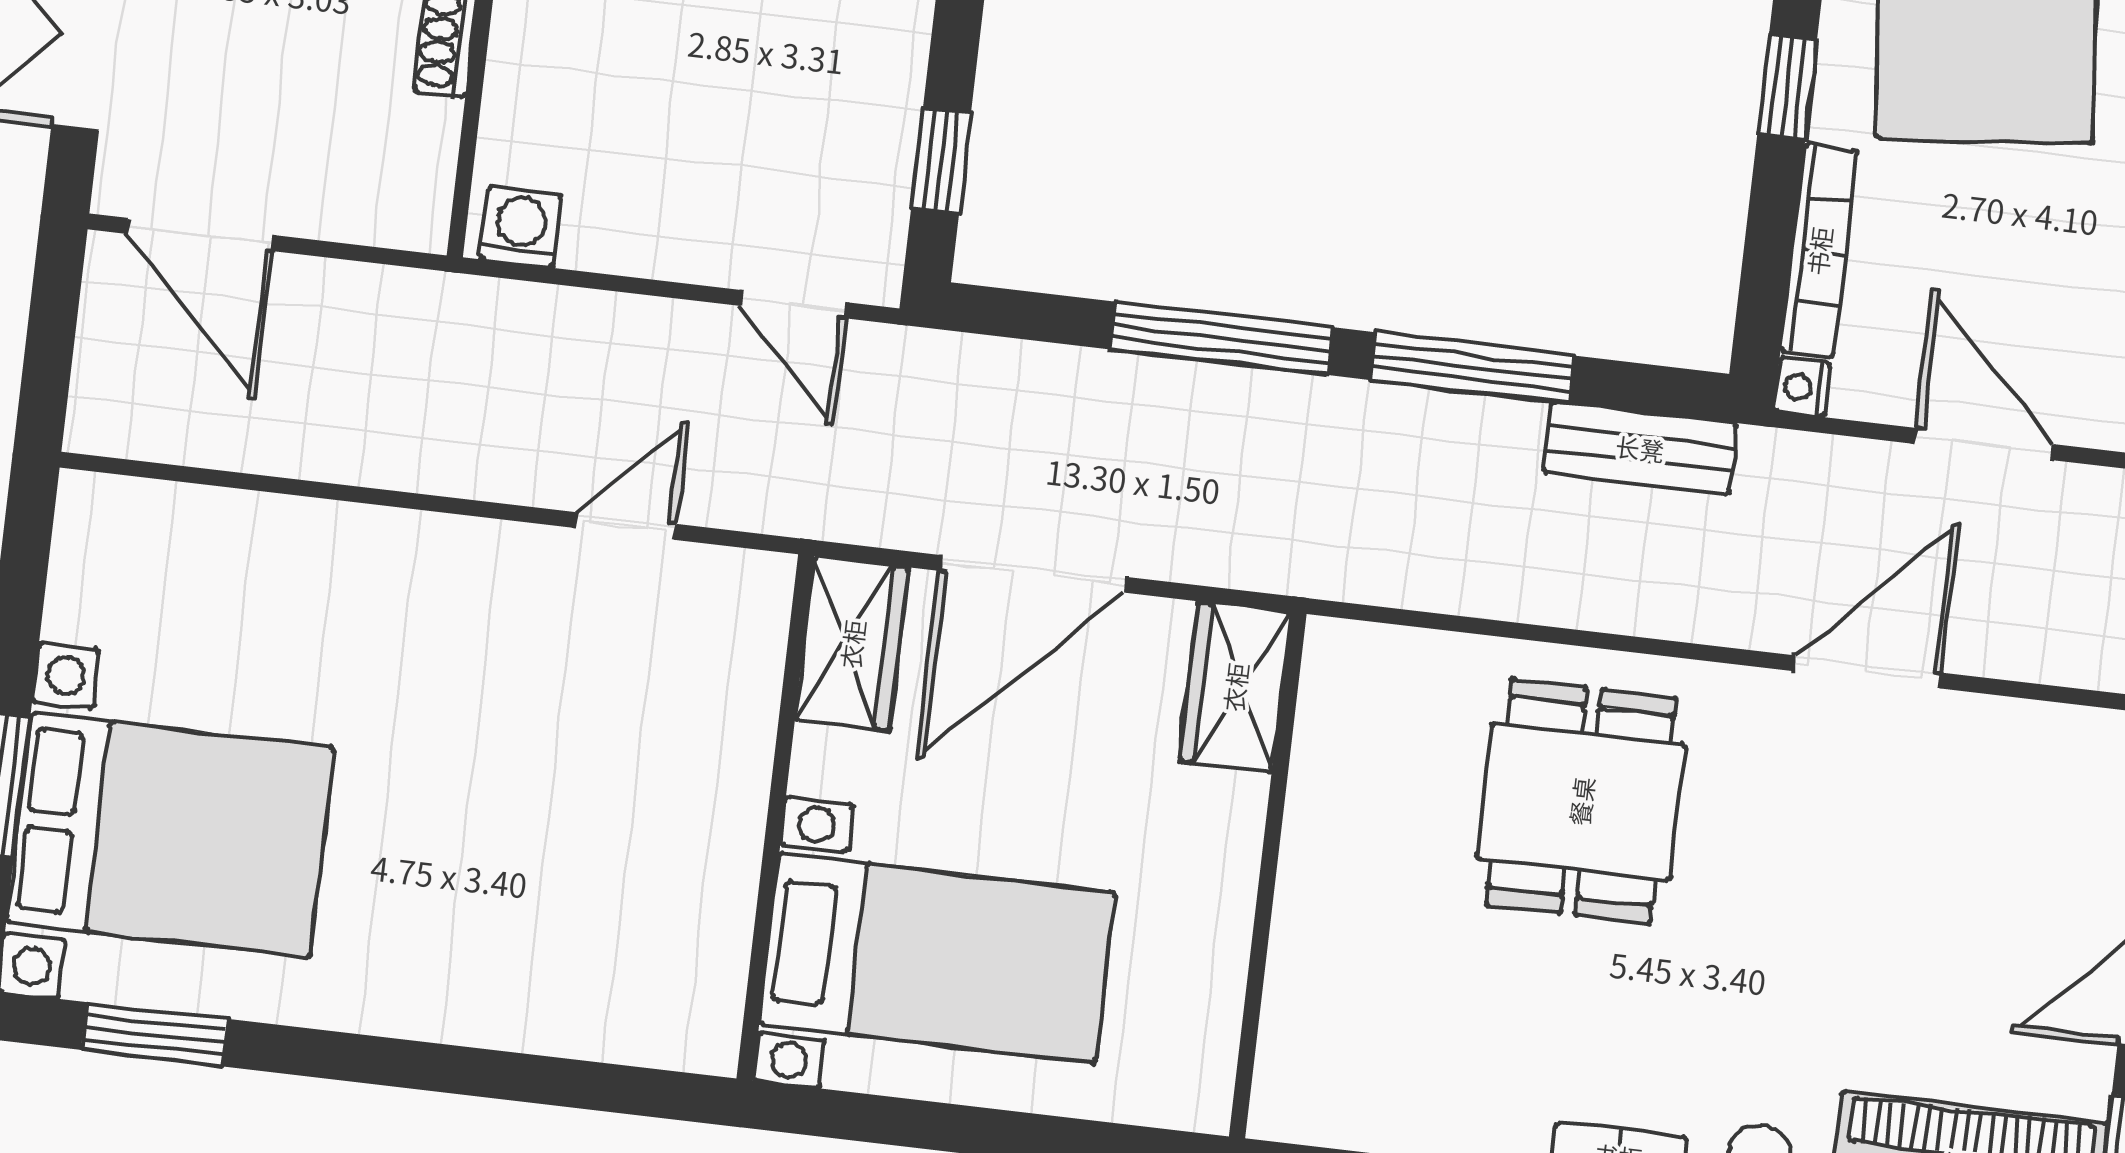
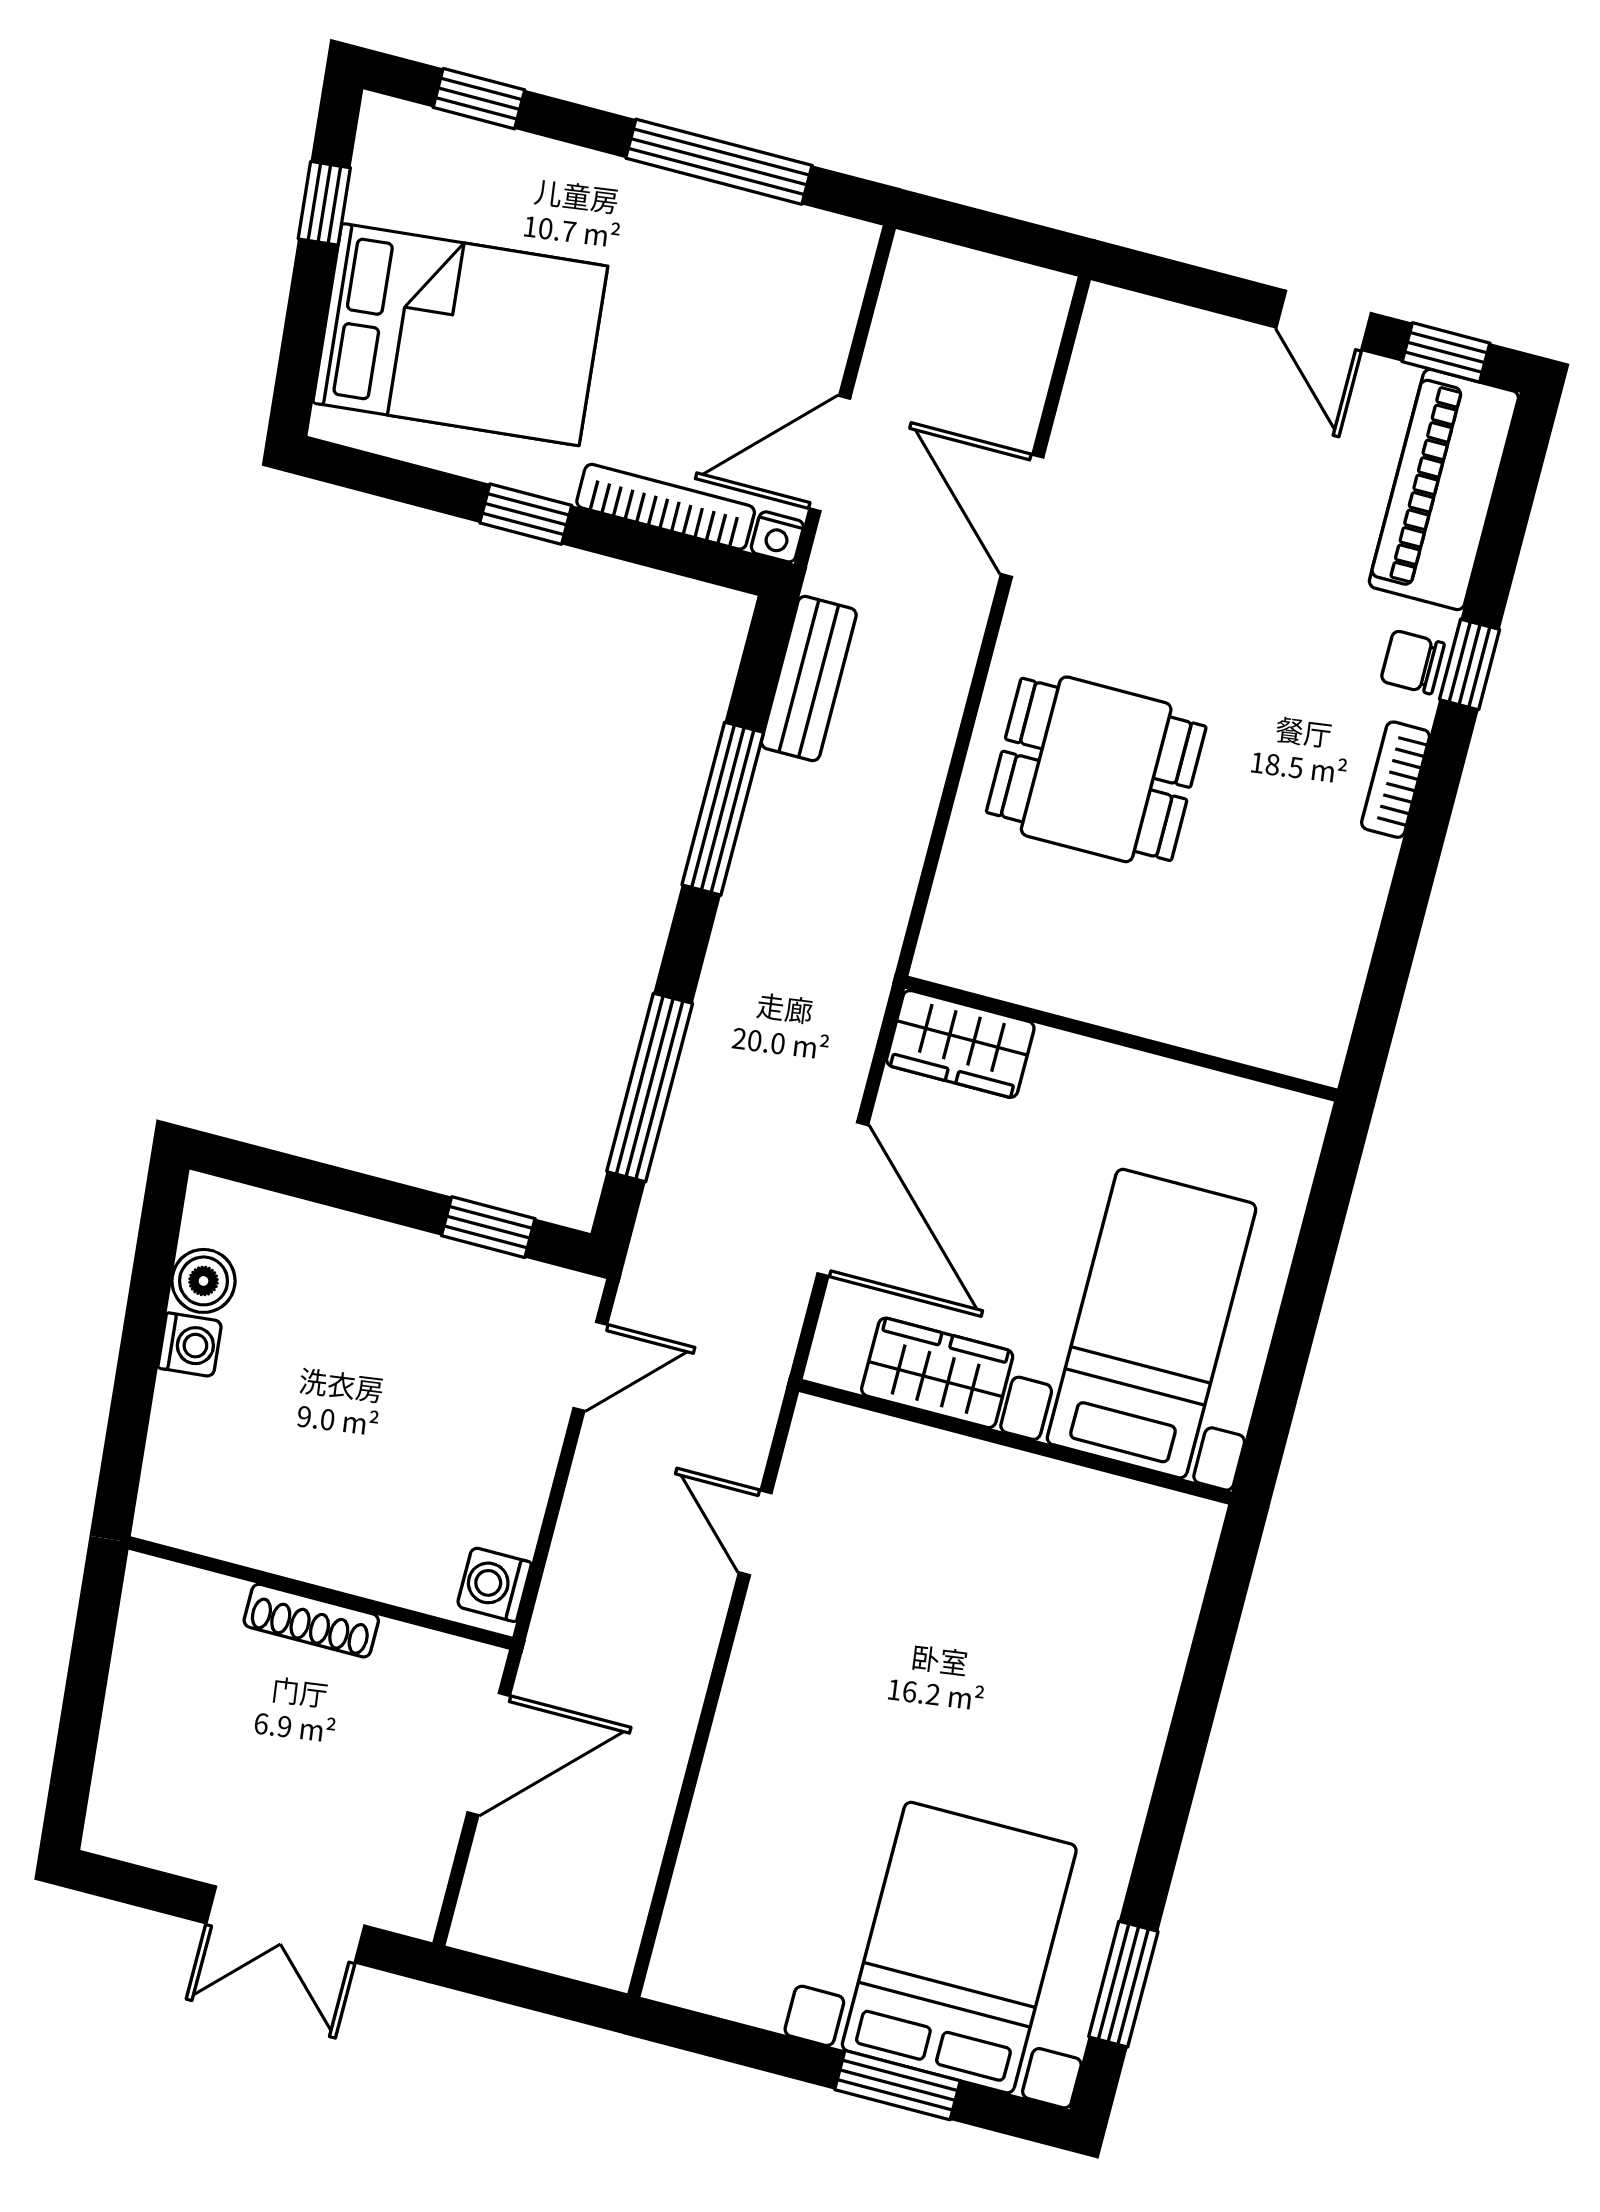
door: (200, 234) -> (489, 1754), moved
window: (1221, 338) -> (650, 1088), moved
door: (1984, 444) -> (830, 453), moved
wardrobe: (852, 644) -> (937, 1373), moved

